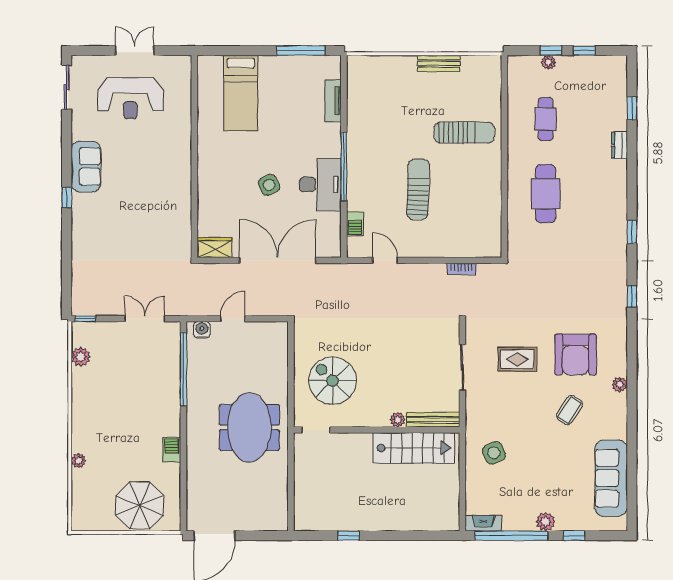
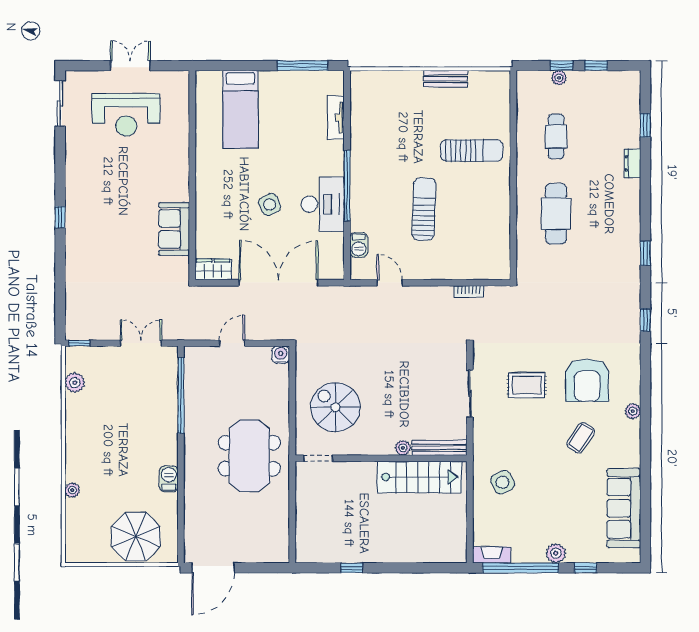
sofa: (86, 167) -> (174, 229), moved, turned 180
water cooler: (202, 330) -> (281, 355), moved

